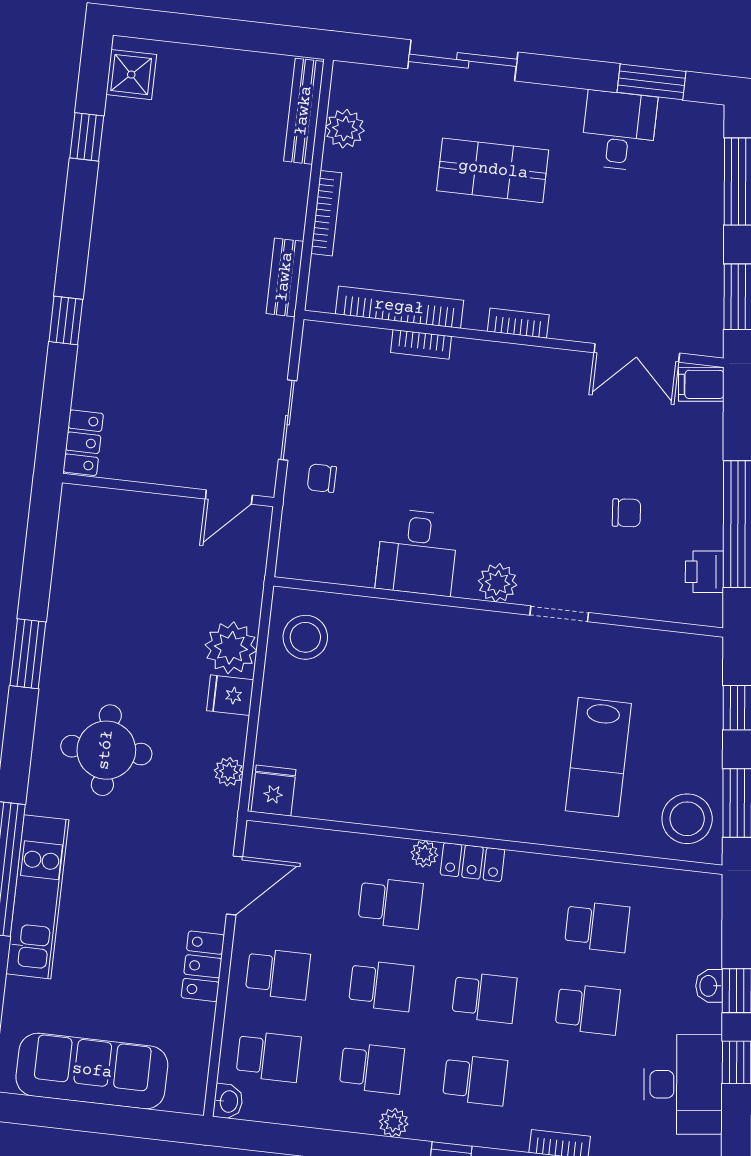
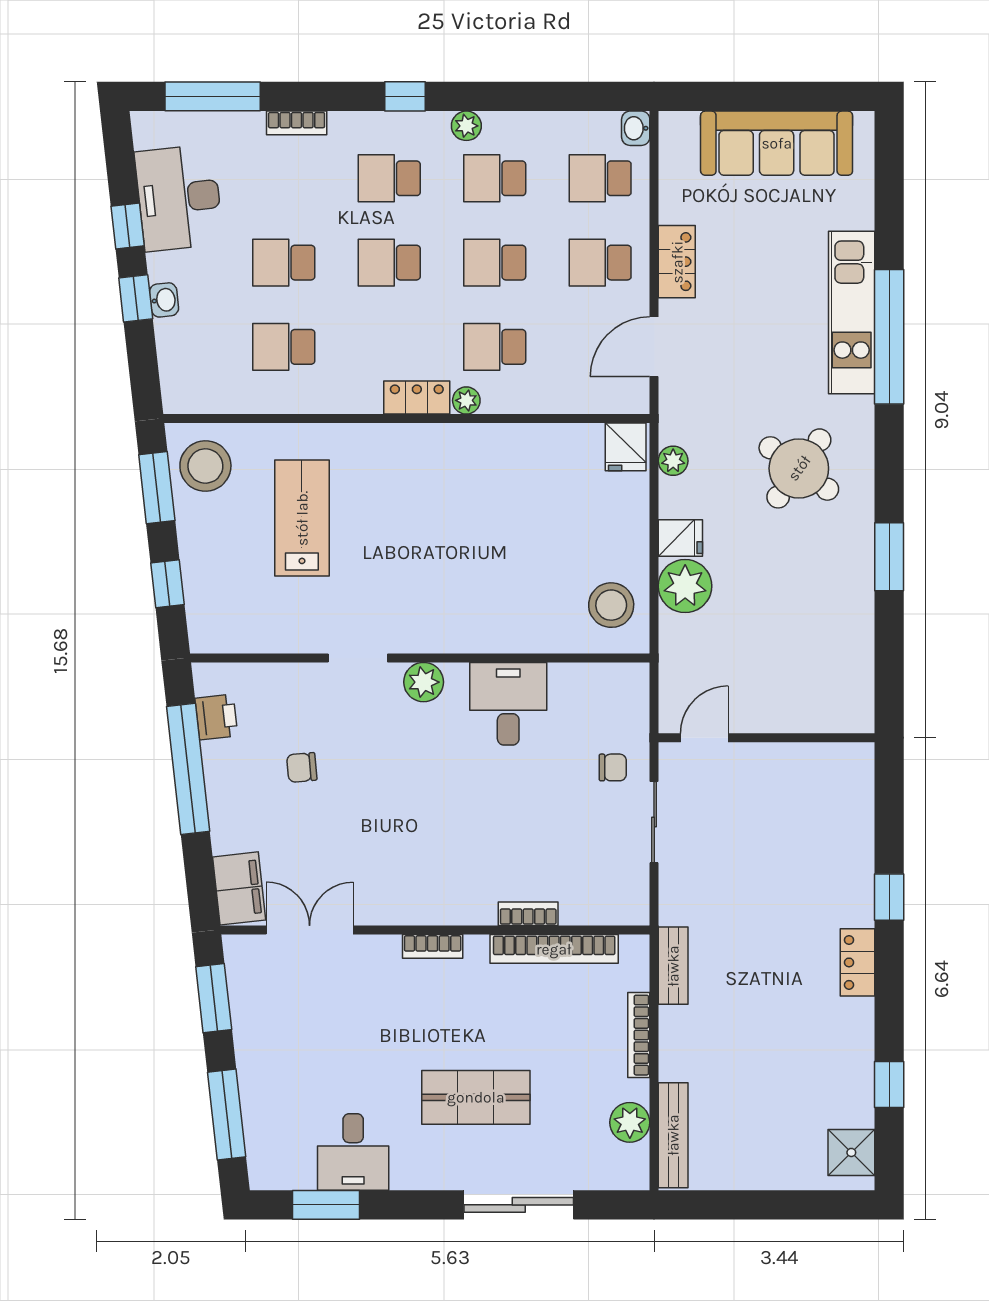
filing cabinet: (701, 384) -> (239, 888), width x2.00
locker: (83, 443) -> (858, 962), moved
round table: (106, 750) -> (799, 468), turned 36

